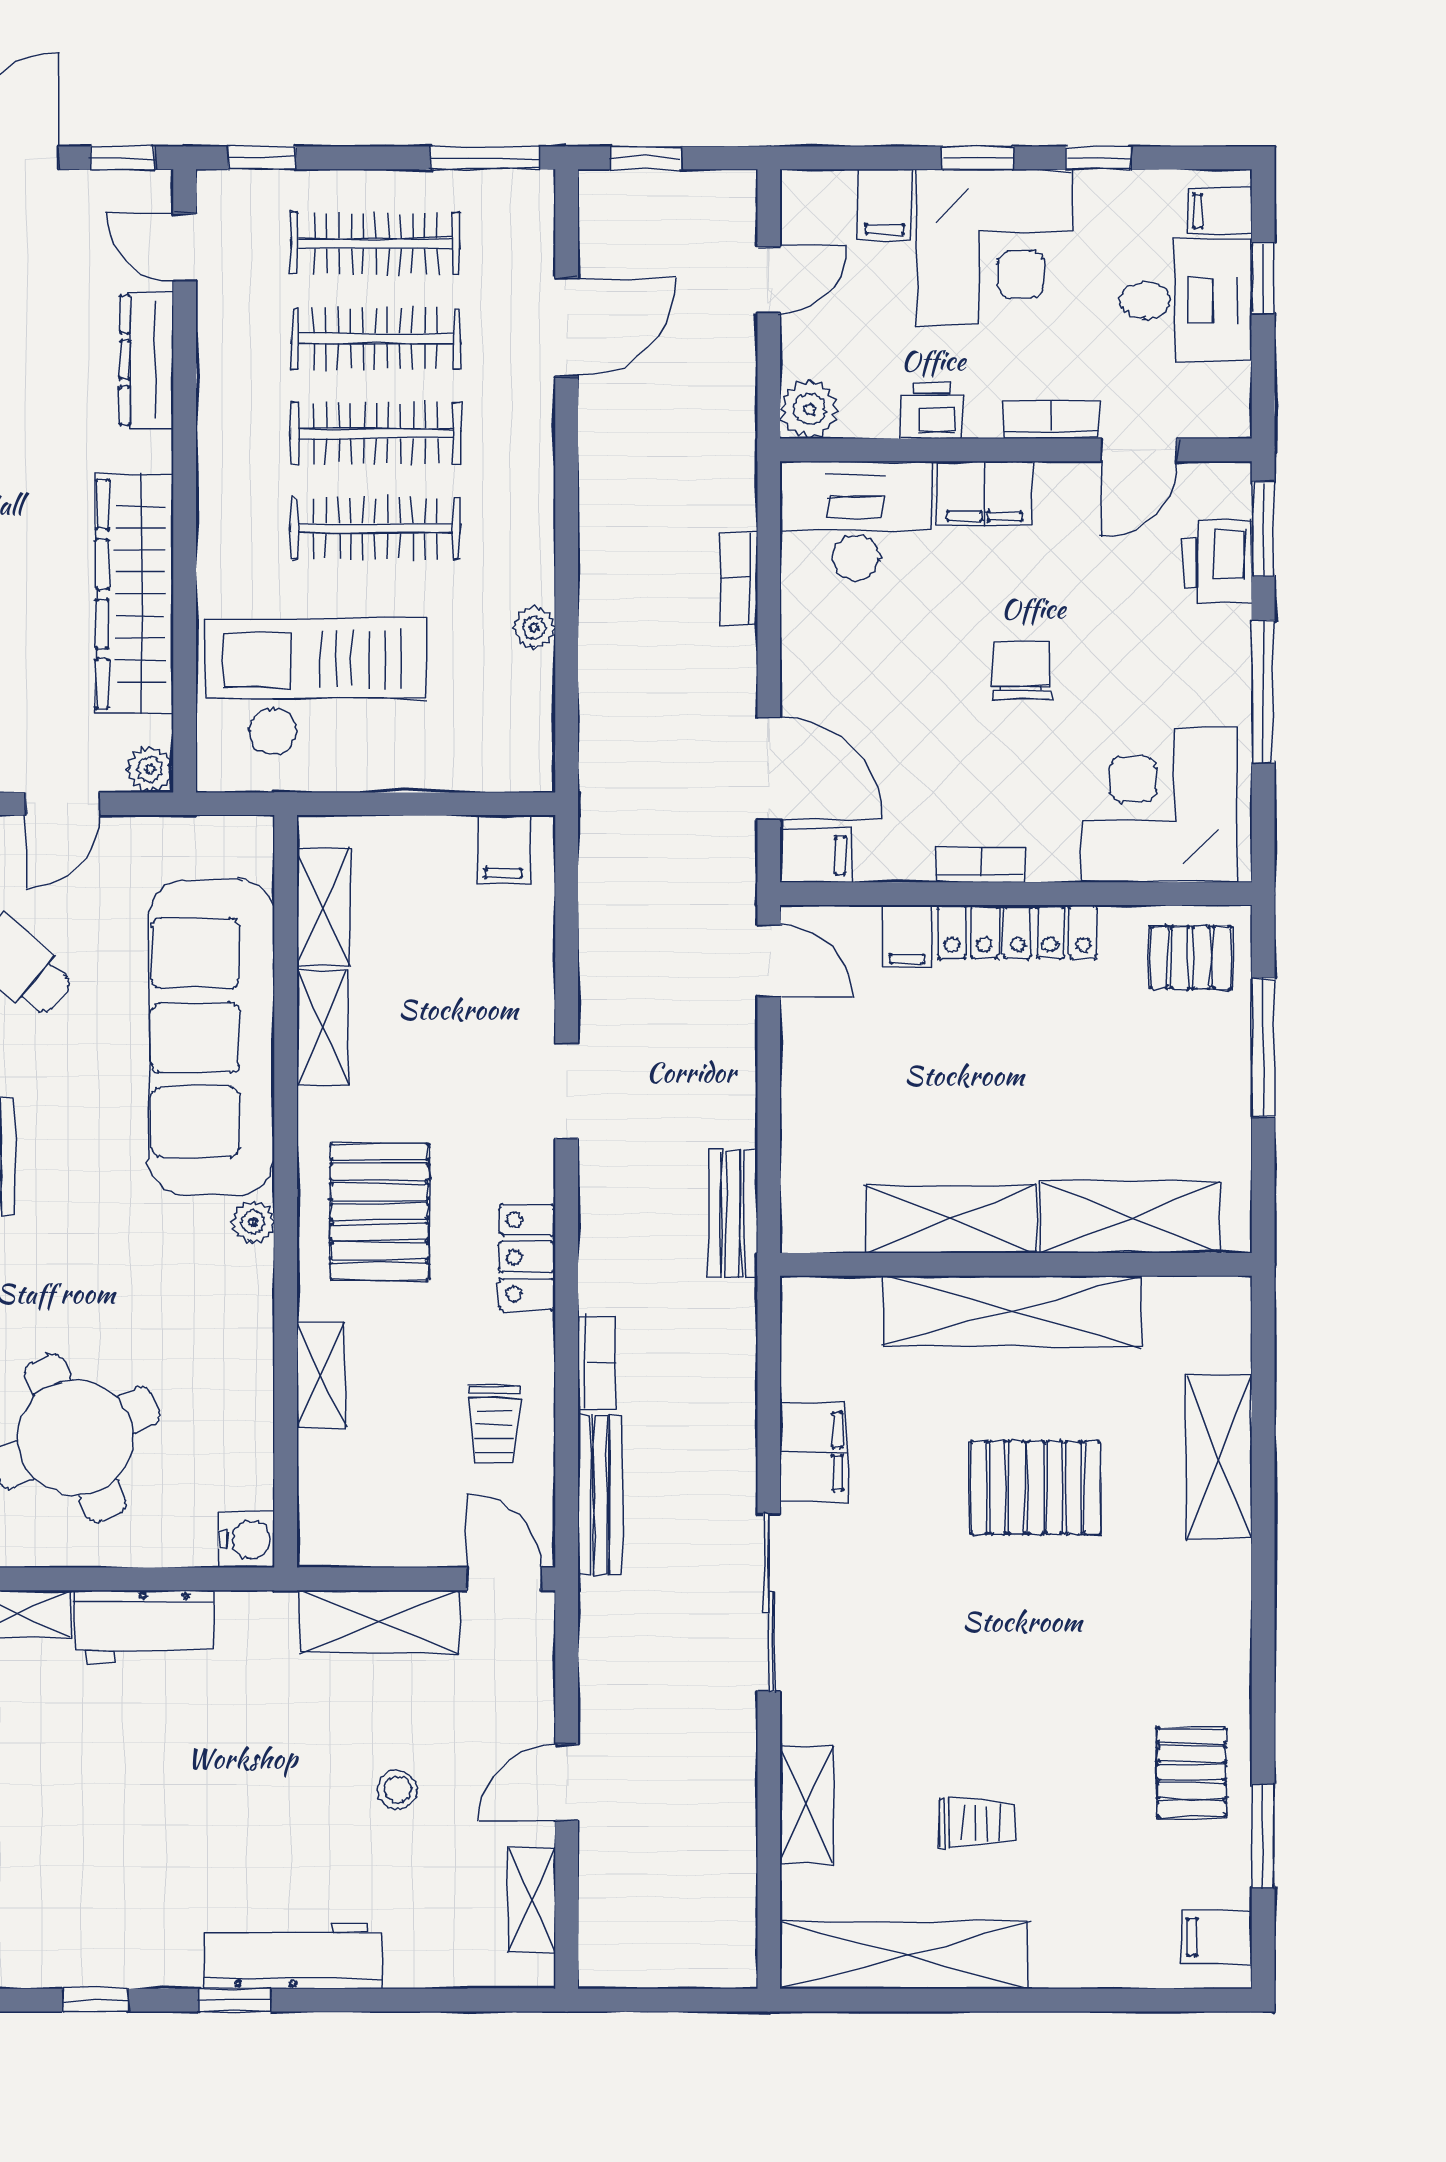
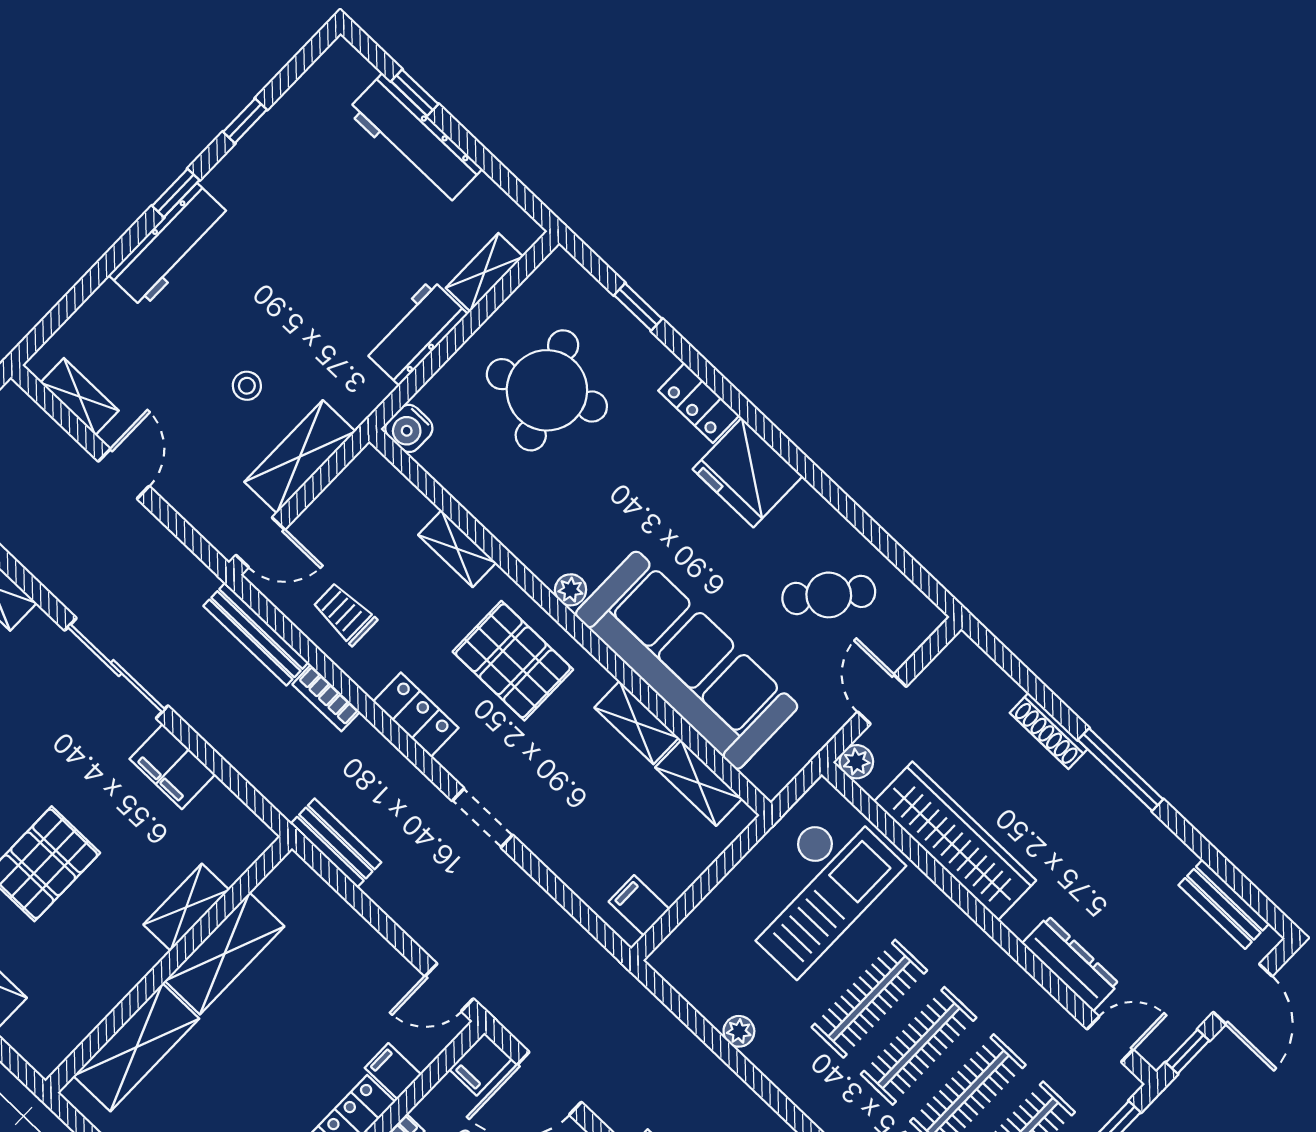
shelving: (1012, 1311) -> (186, 907), width x0.45, depth x0.75
stool: (397, 1790) -> (247, 386), moved

